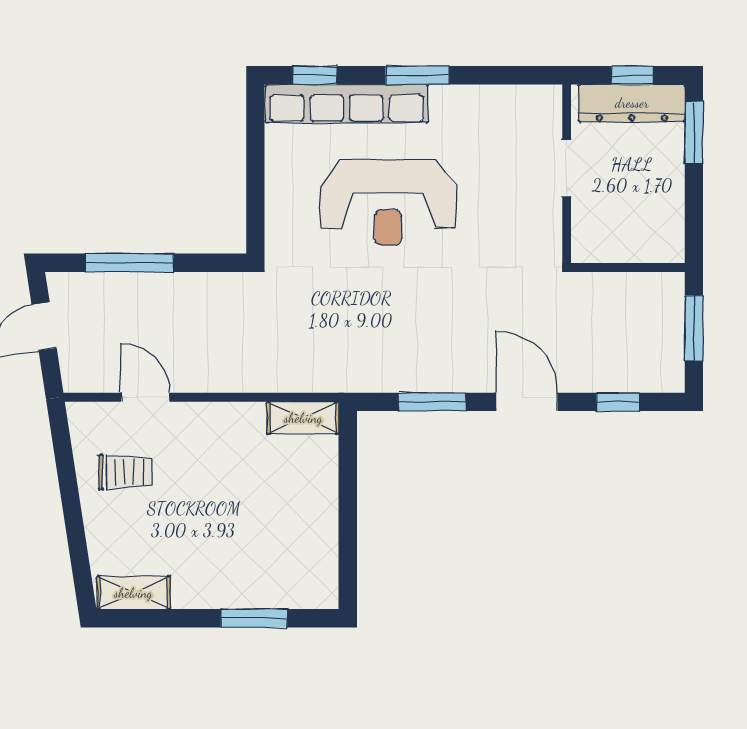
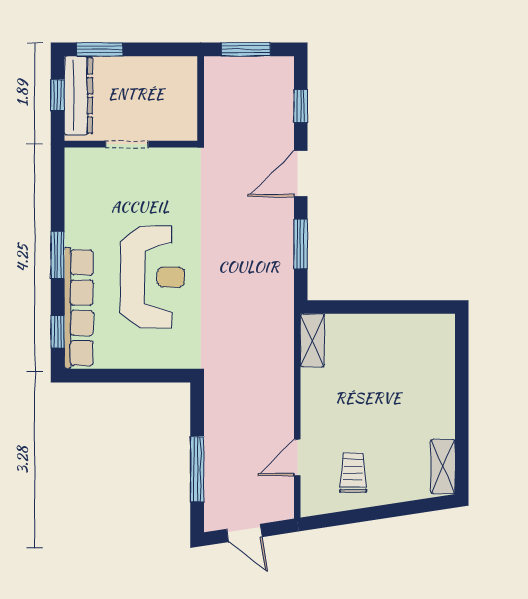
window: (254, 618) -> (462, 377), removed

